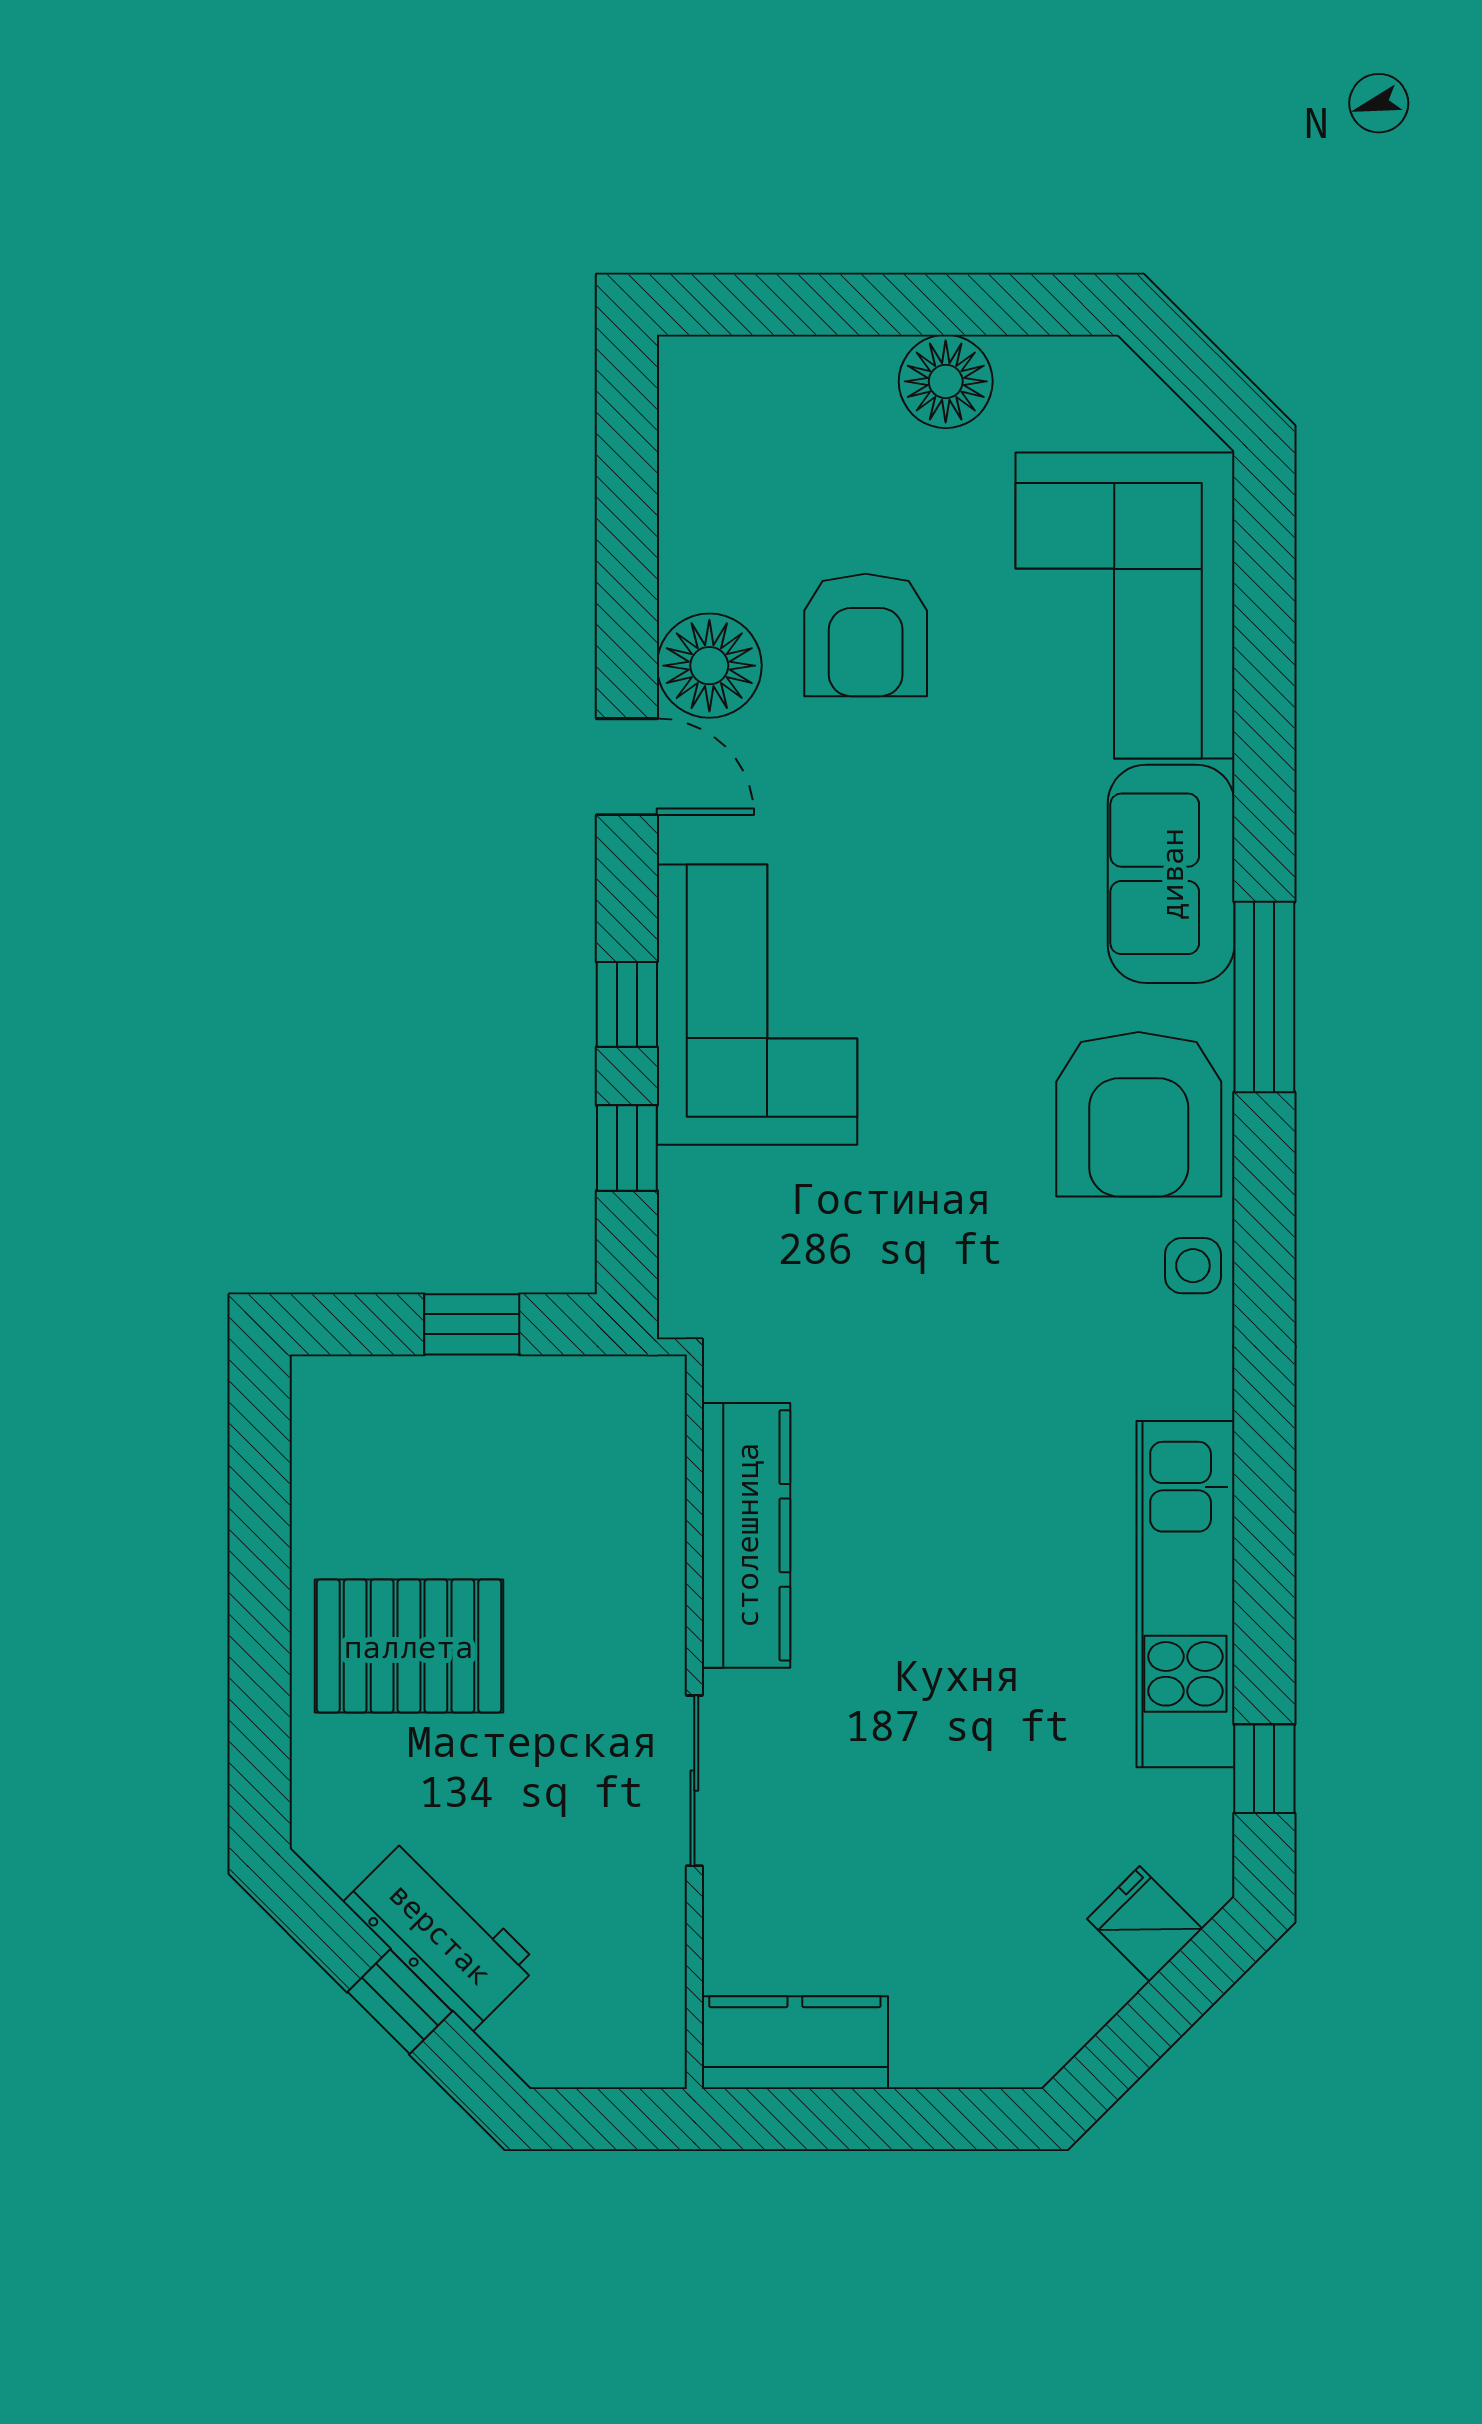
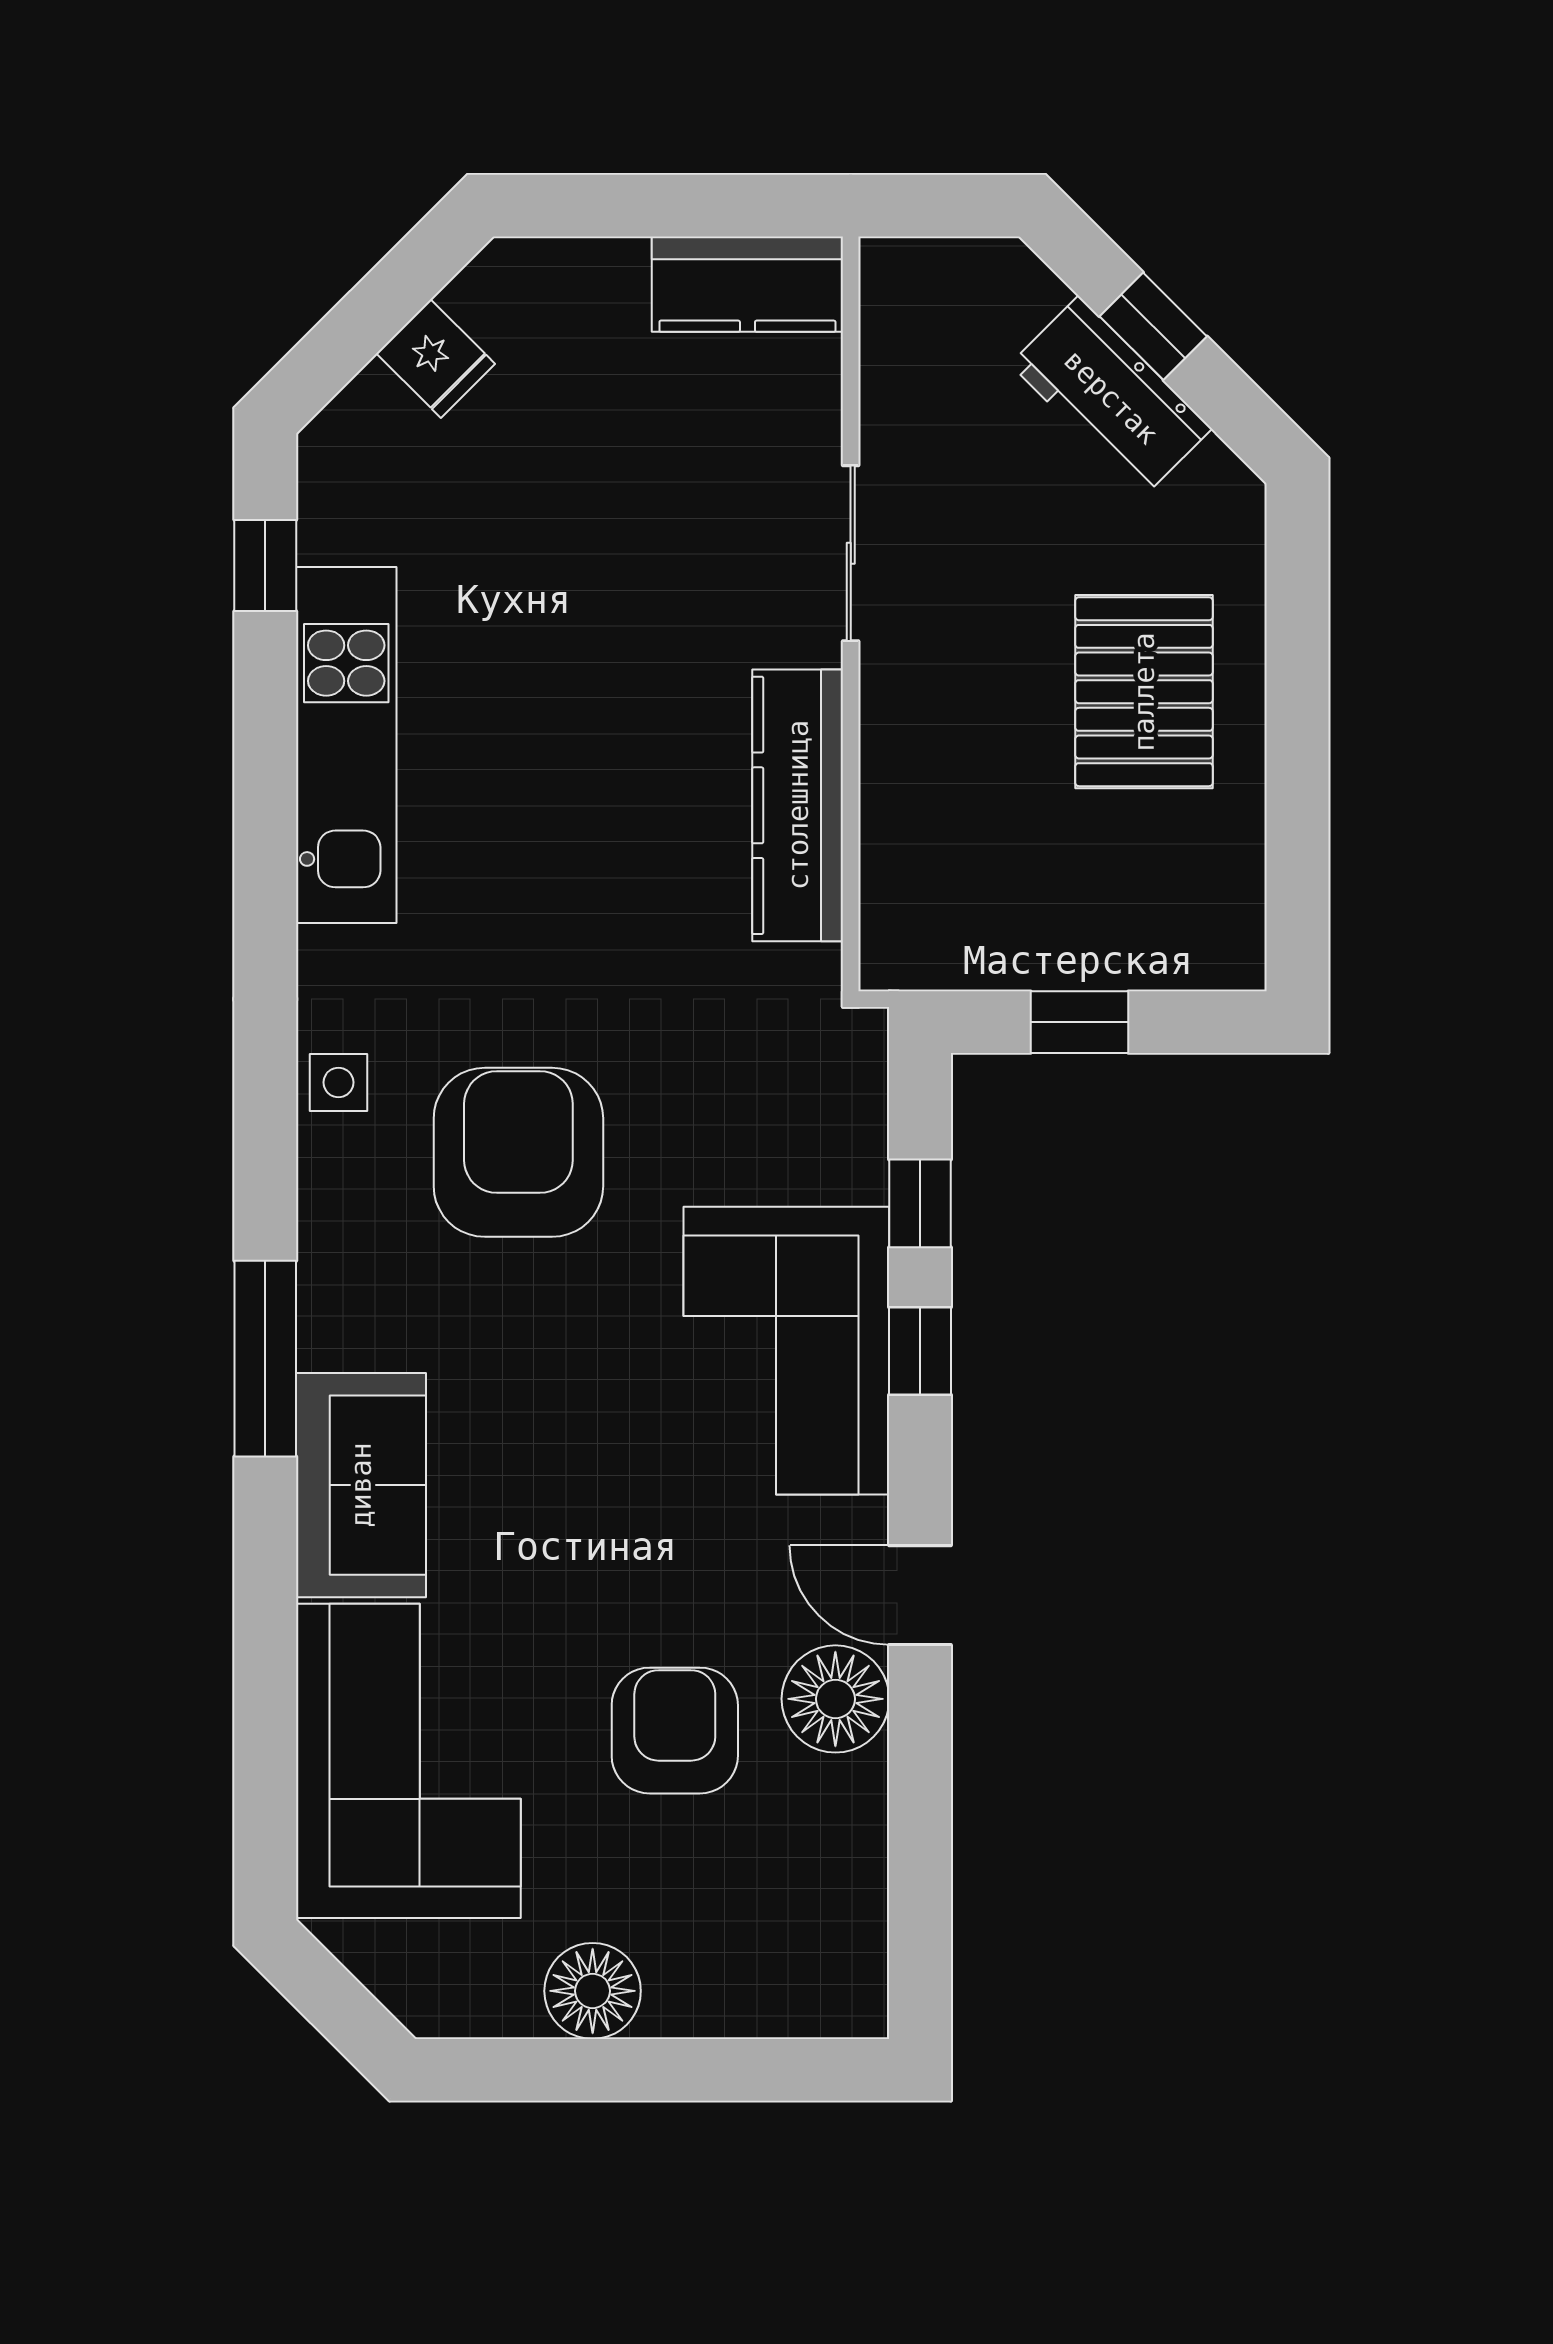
armchair: (1139, 1114) -> (518, 1152), moved
pallet: (409, 1646) -> (1144, 692), turned 90
fridge: (1145, 1924) -> (436, 359), moved

